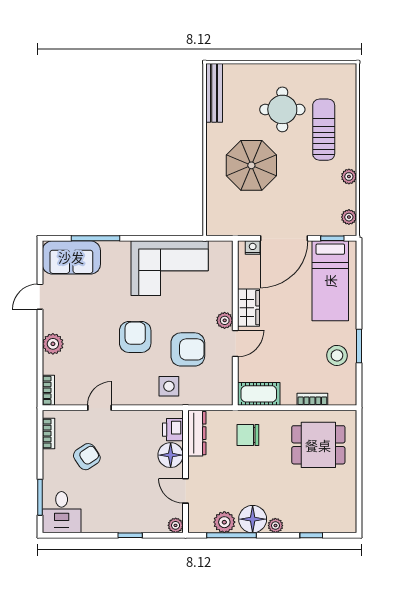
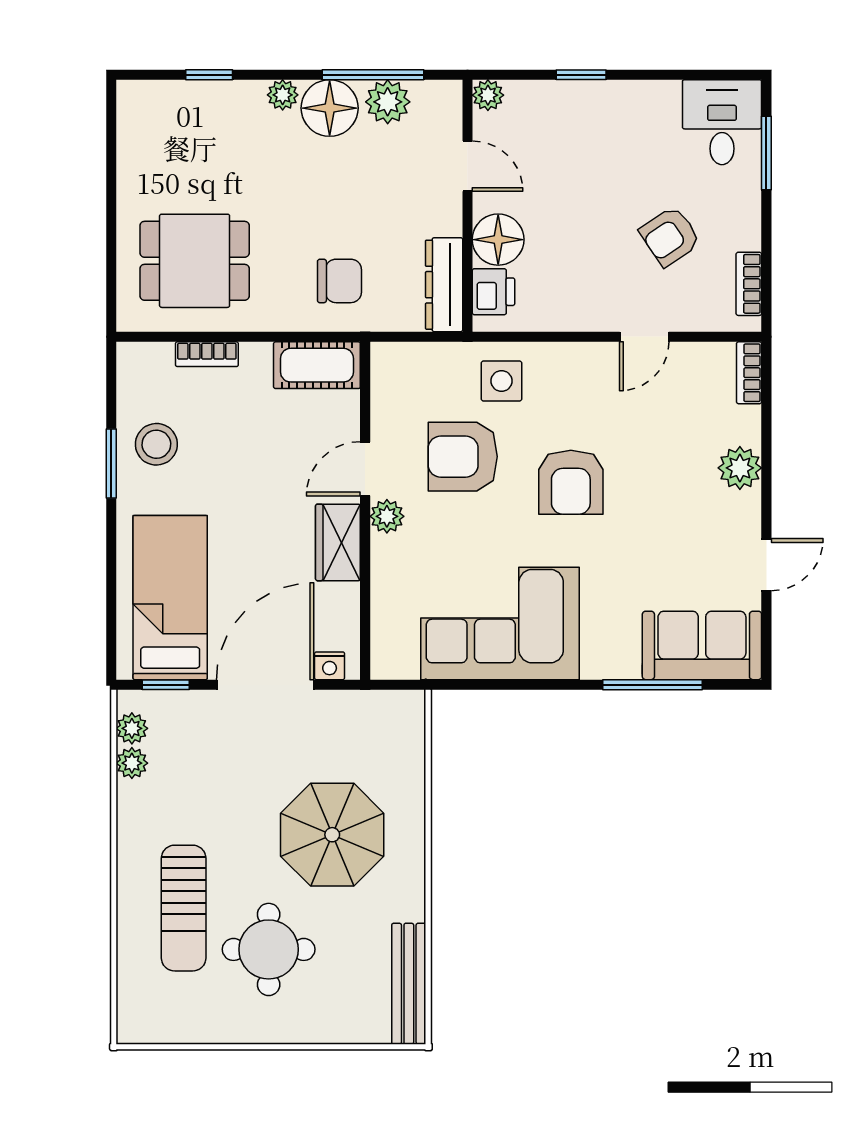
plant: (349, 177) -> (132, 763), moved

